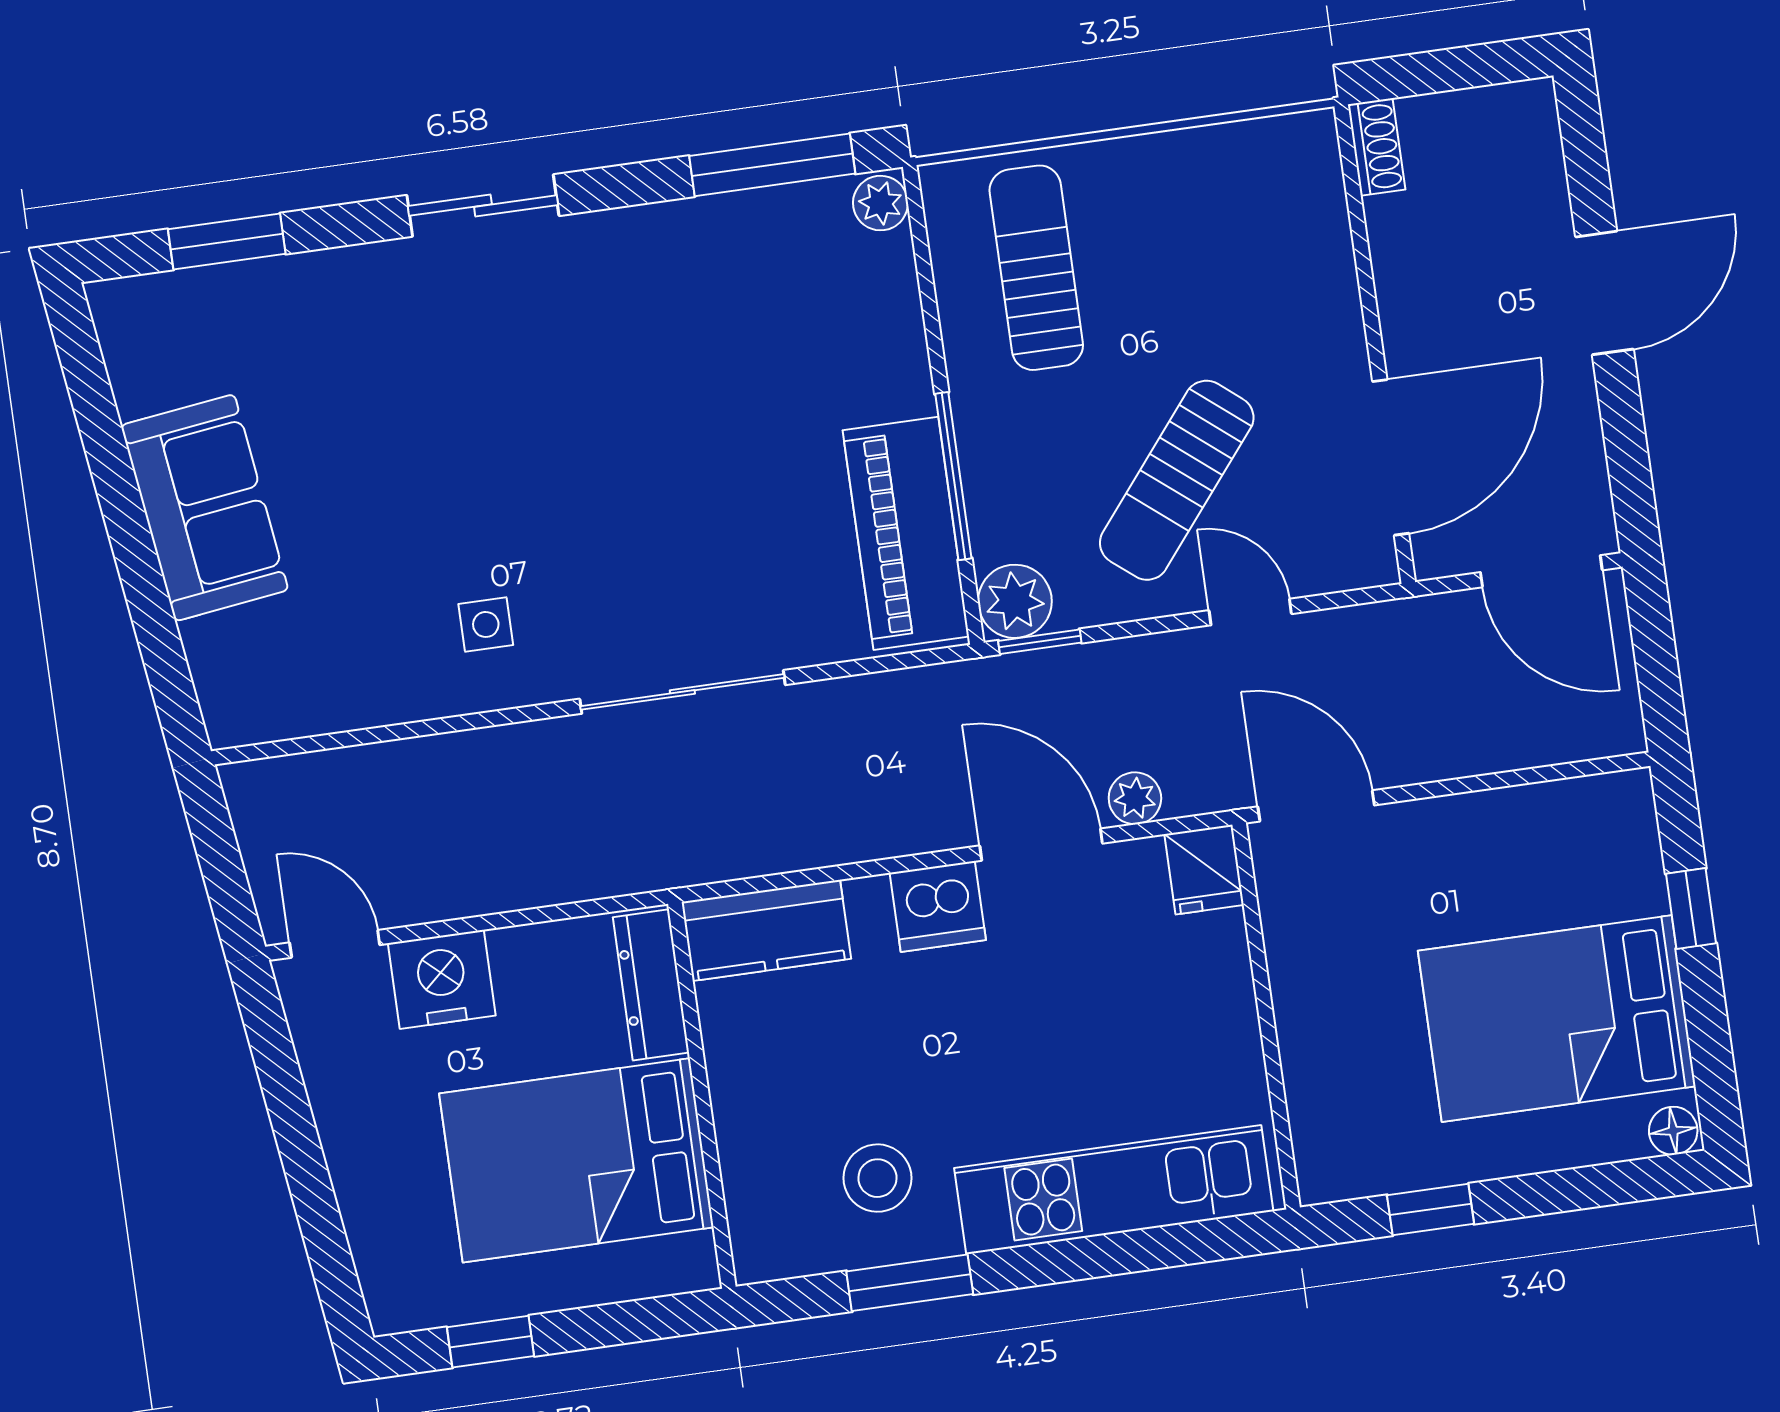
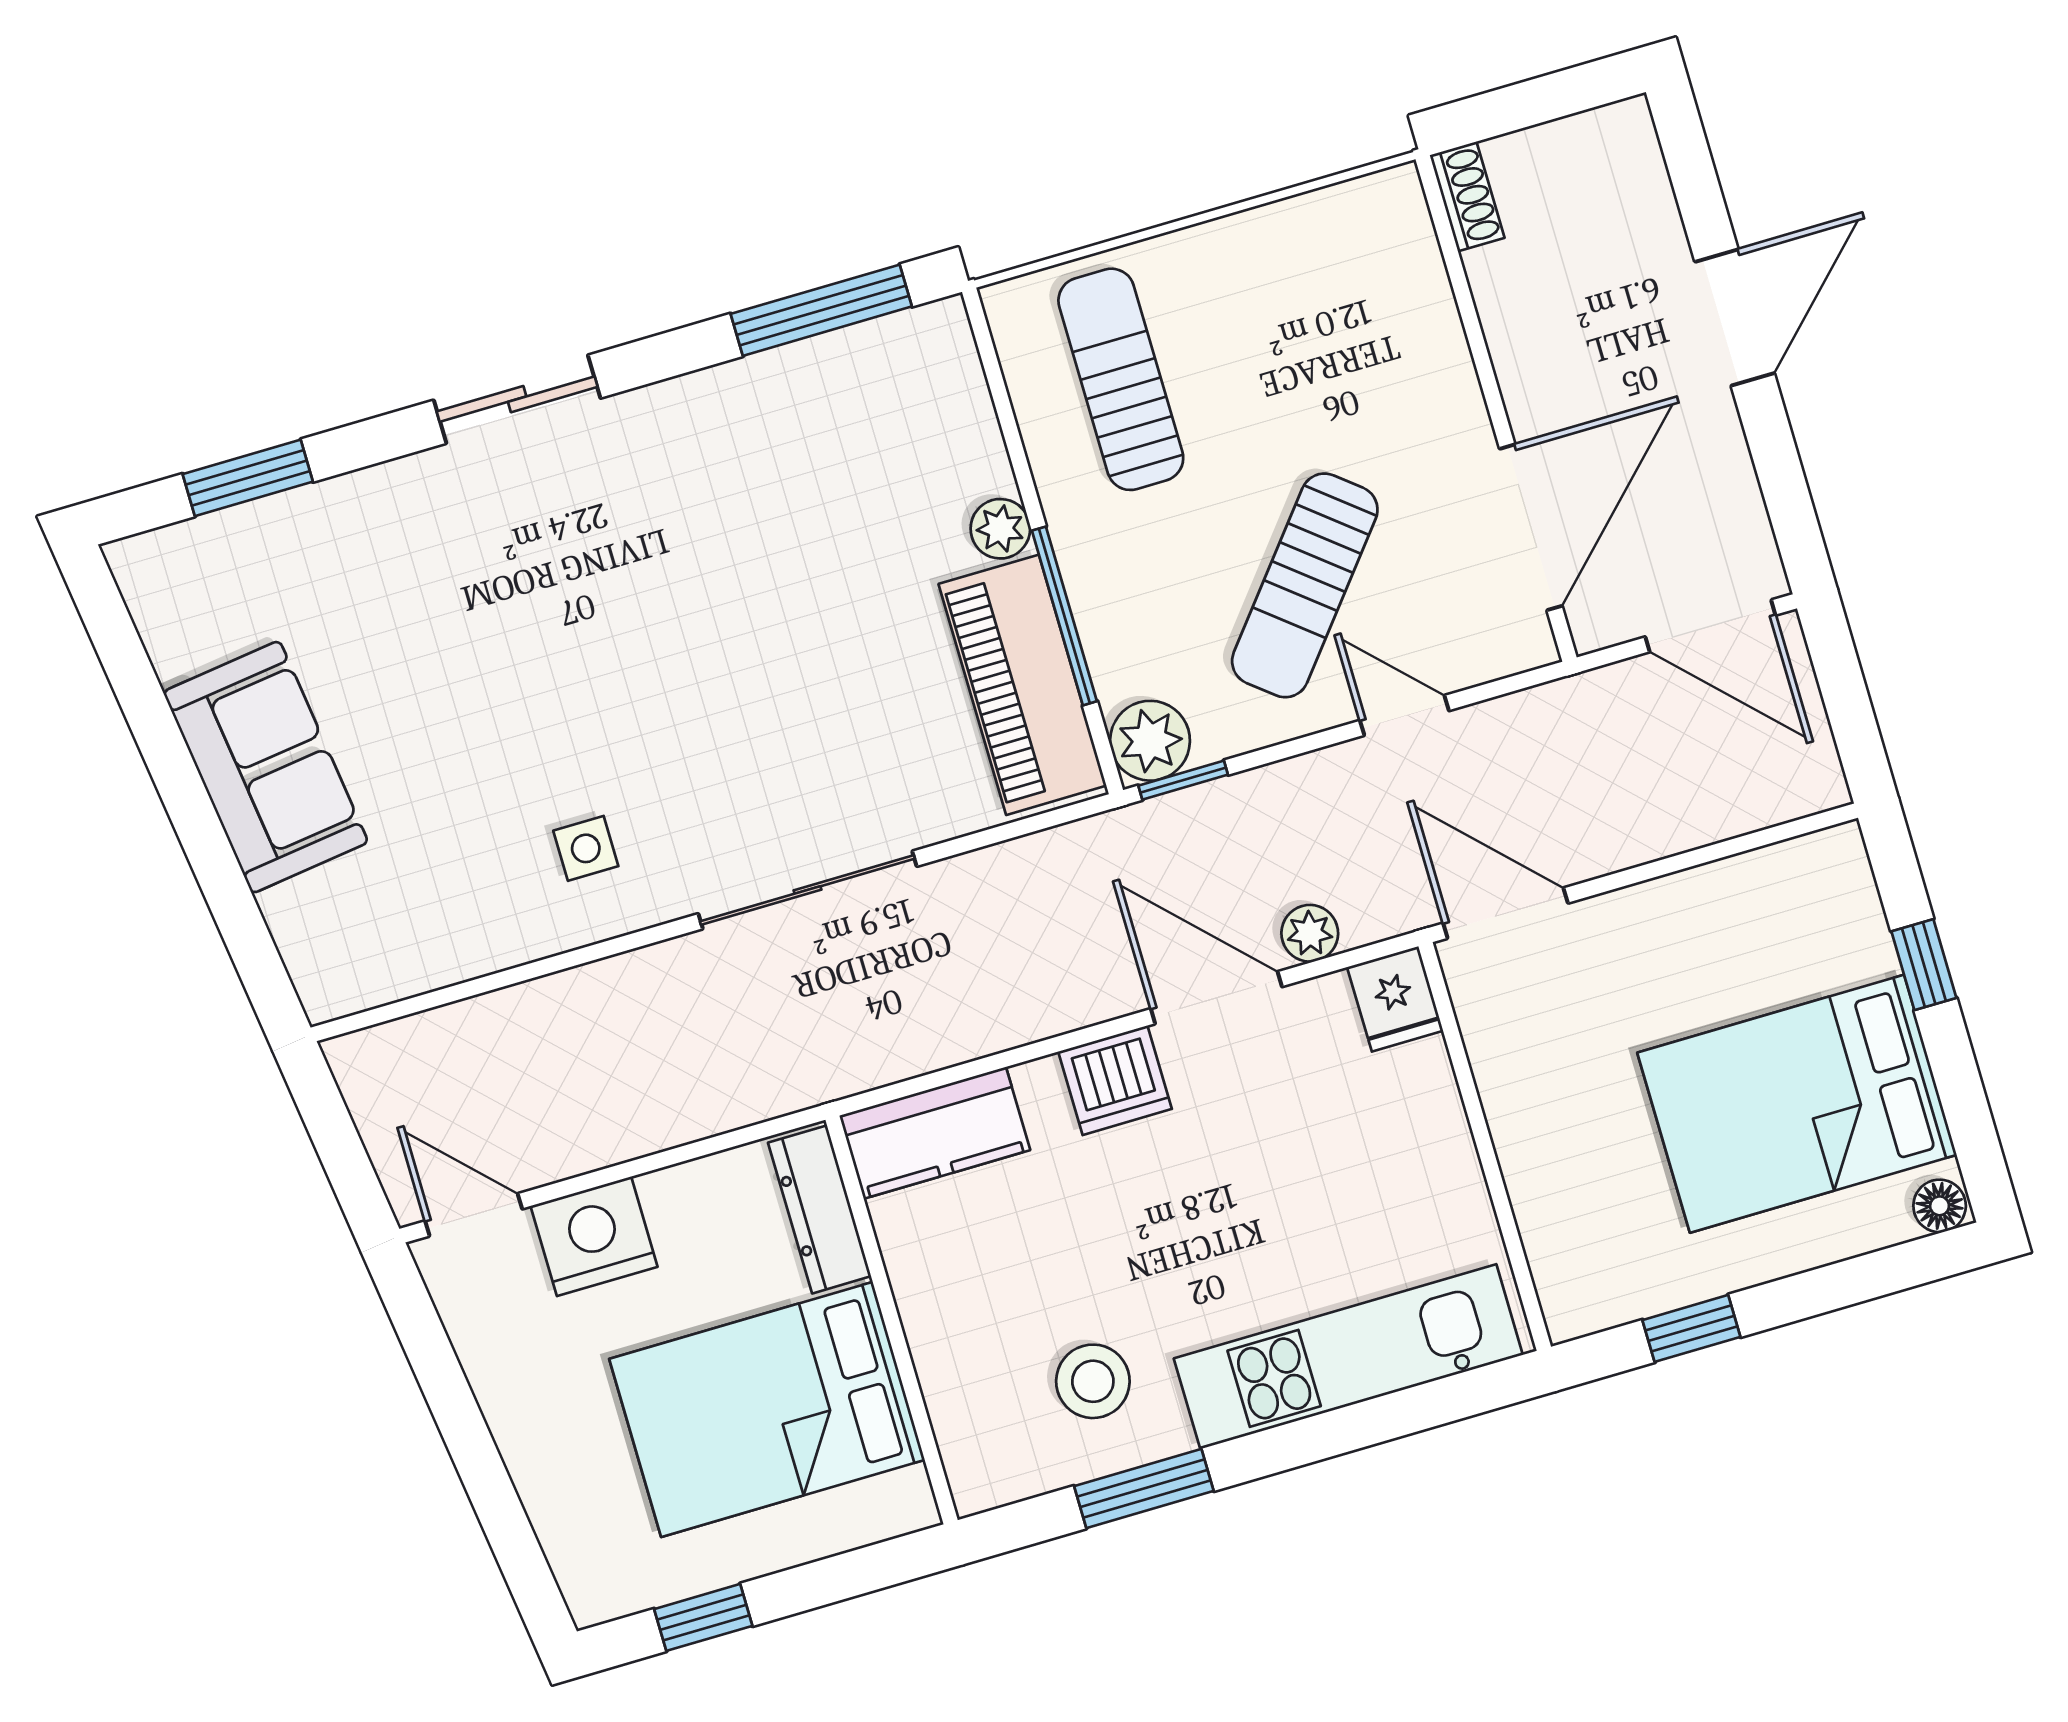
plant: (880, 203) -> (1000, 529), moved

